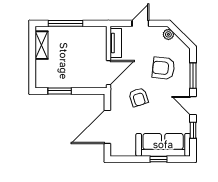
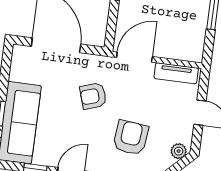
door: (108, 73) -> (134, 57), swing flipped

